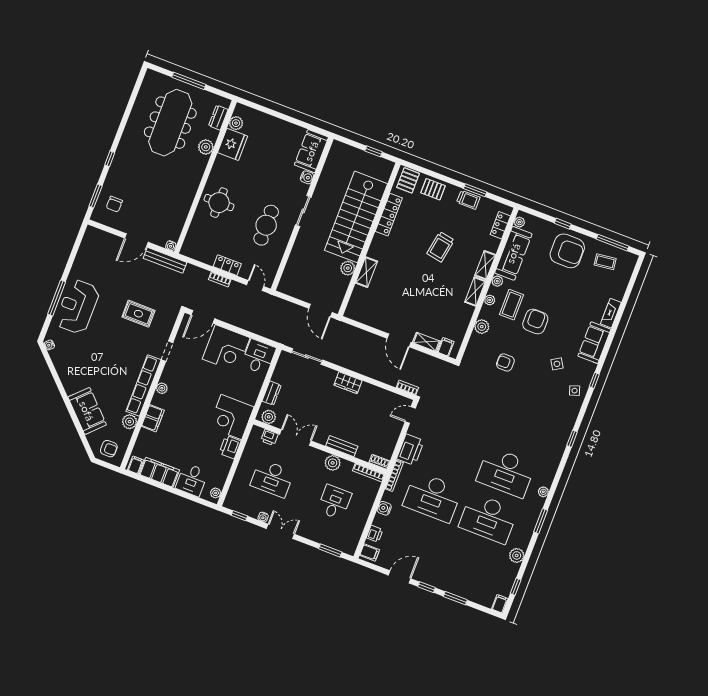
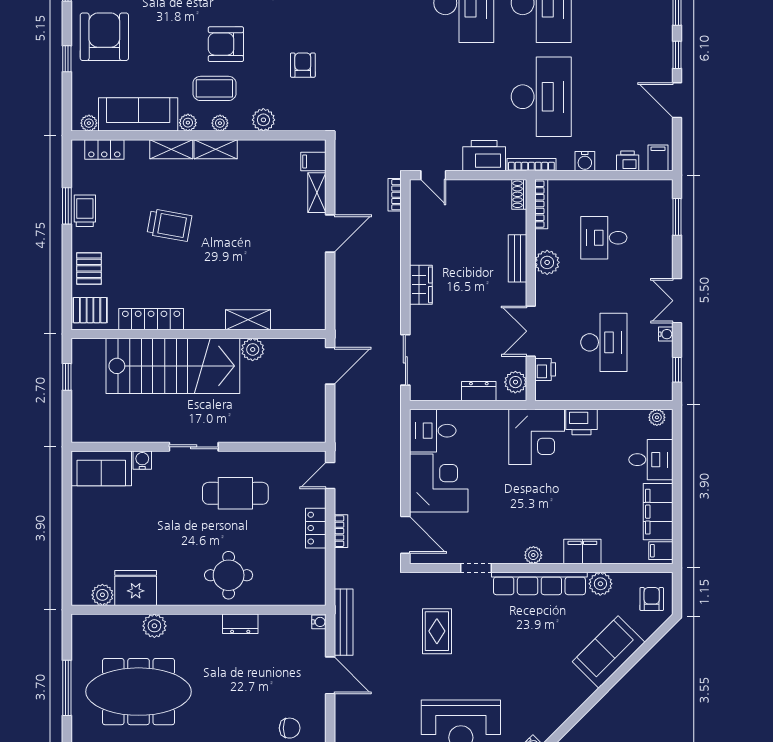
dresser: (218, 118) -> (240, 624), moved
armchair: (505, 362) -> (303, 65), turned 180

